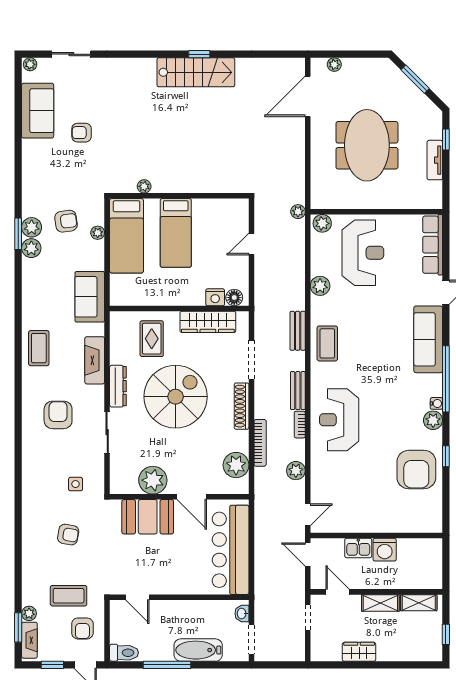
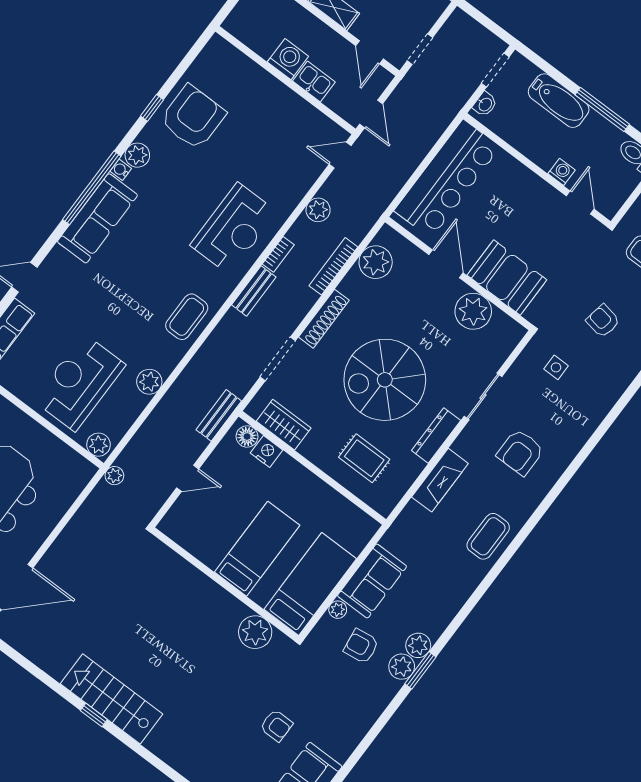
plant: (144, 186) -> (255, 632), width x1.88, depth x1.88
sofa: (90, 297) -> (372, 581), moved
wardrobe: (208, 322) -> (284, 425), width x0.67
bench: (298, 331) -> (219, 415), moved
rug: (152, 339) -> (364, 458), turned 90
sofa: (428, 339) -> (97, 218), moved
washing machine: (163, 607) -> (562, 172), added

